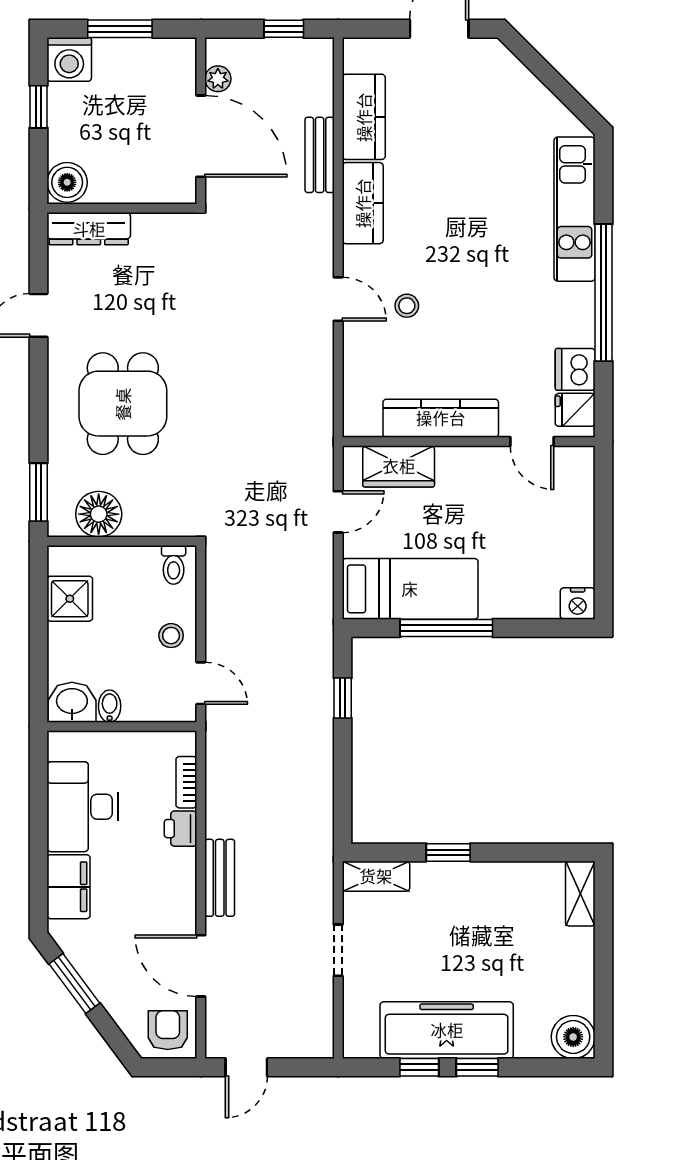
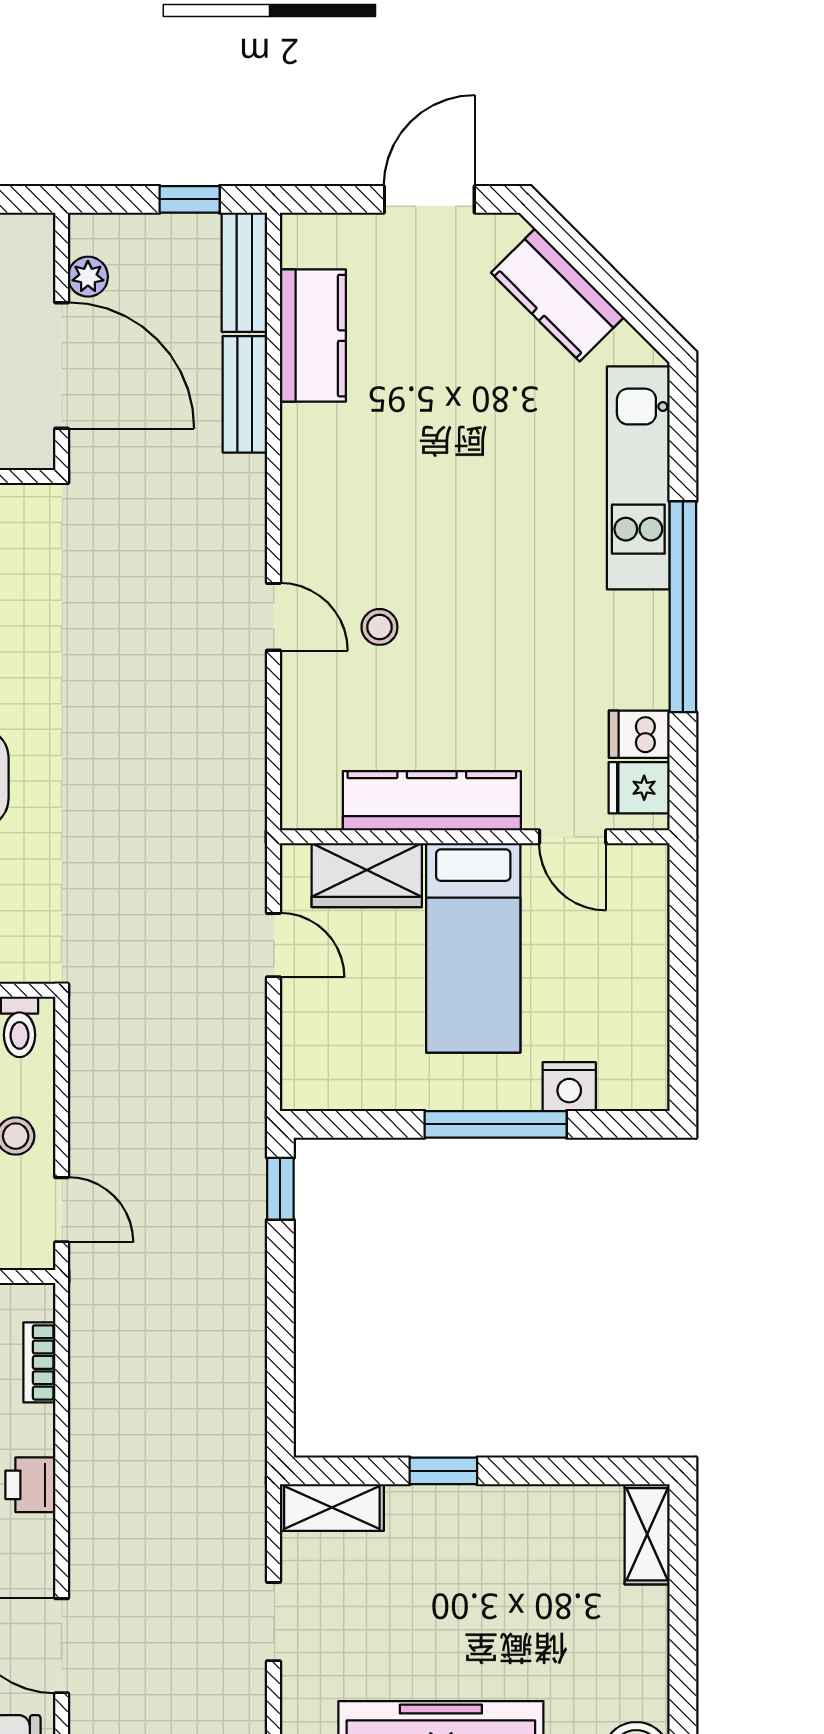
kitchen counter: (363, 203) -> (557, 295), moved, turned 135
dishwasher: (575, 369) -> (639, 734), width x0.73
door: (338, 512) -> (274, 945), hinge flipped
bed: (410, 589) -> (473, 948), moved, turned 90
nightstand: (578, 604) -> (569, 1087), moved
window: (446, 628) -> (496, 1124), moved
window: (343, 698) -> (280, 1189), moved
printer: (181, 829) -> (30, 1485), moved
bench: (220, 878) -> (244, 272), moved

